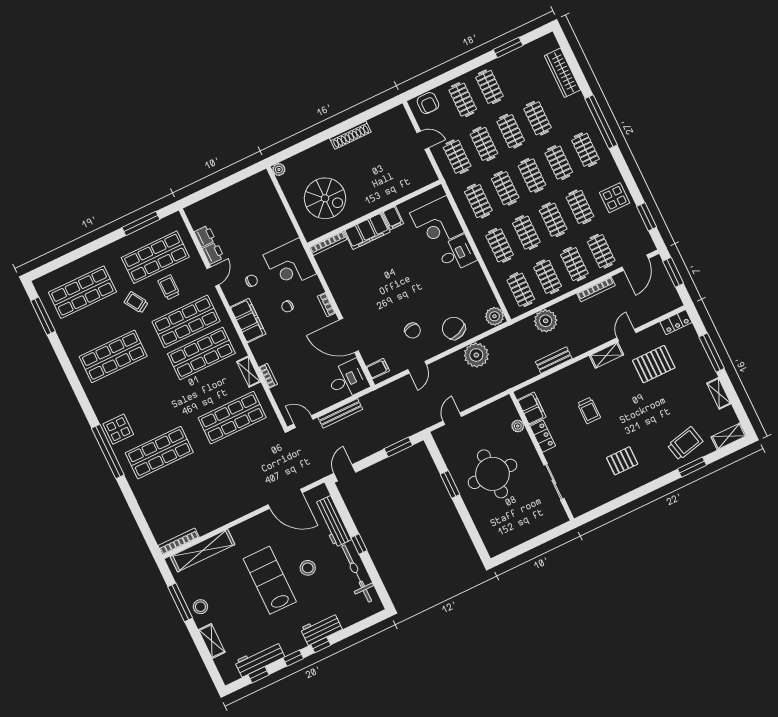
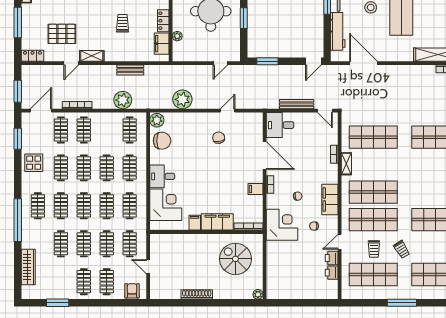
window: (141, 223) -> (402, 303), moved
clothes rail: (548, 277) -> (107, 130), removed
chair: (454, 328) -> (162, 141), moved, turned -69
filing cabinet: (378, 369) -> (255, 189), moved

